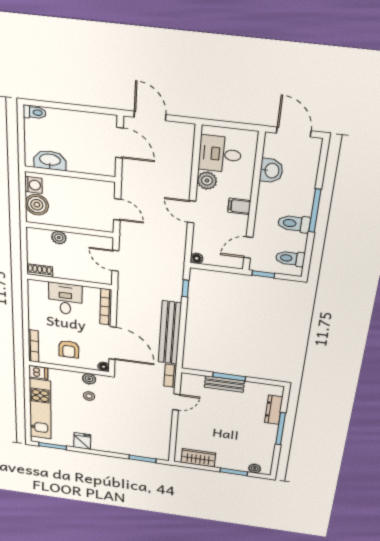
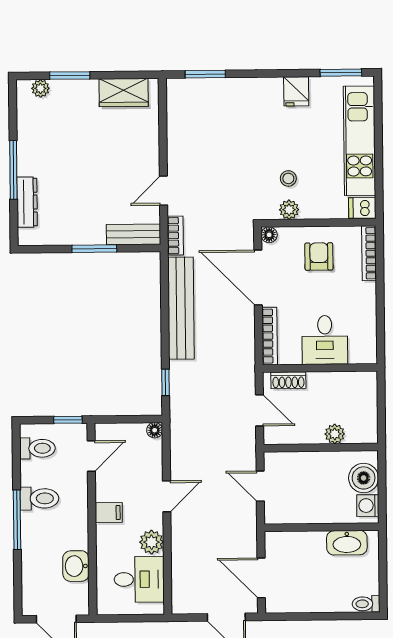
door: (192, 212) -> (167, 496), hinge flipped
shoe rack: (40, 270) -> (288, 380), moved
bench: (224, 384) -> (133, 234), moved

